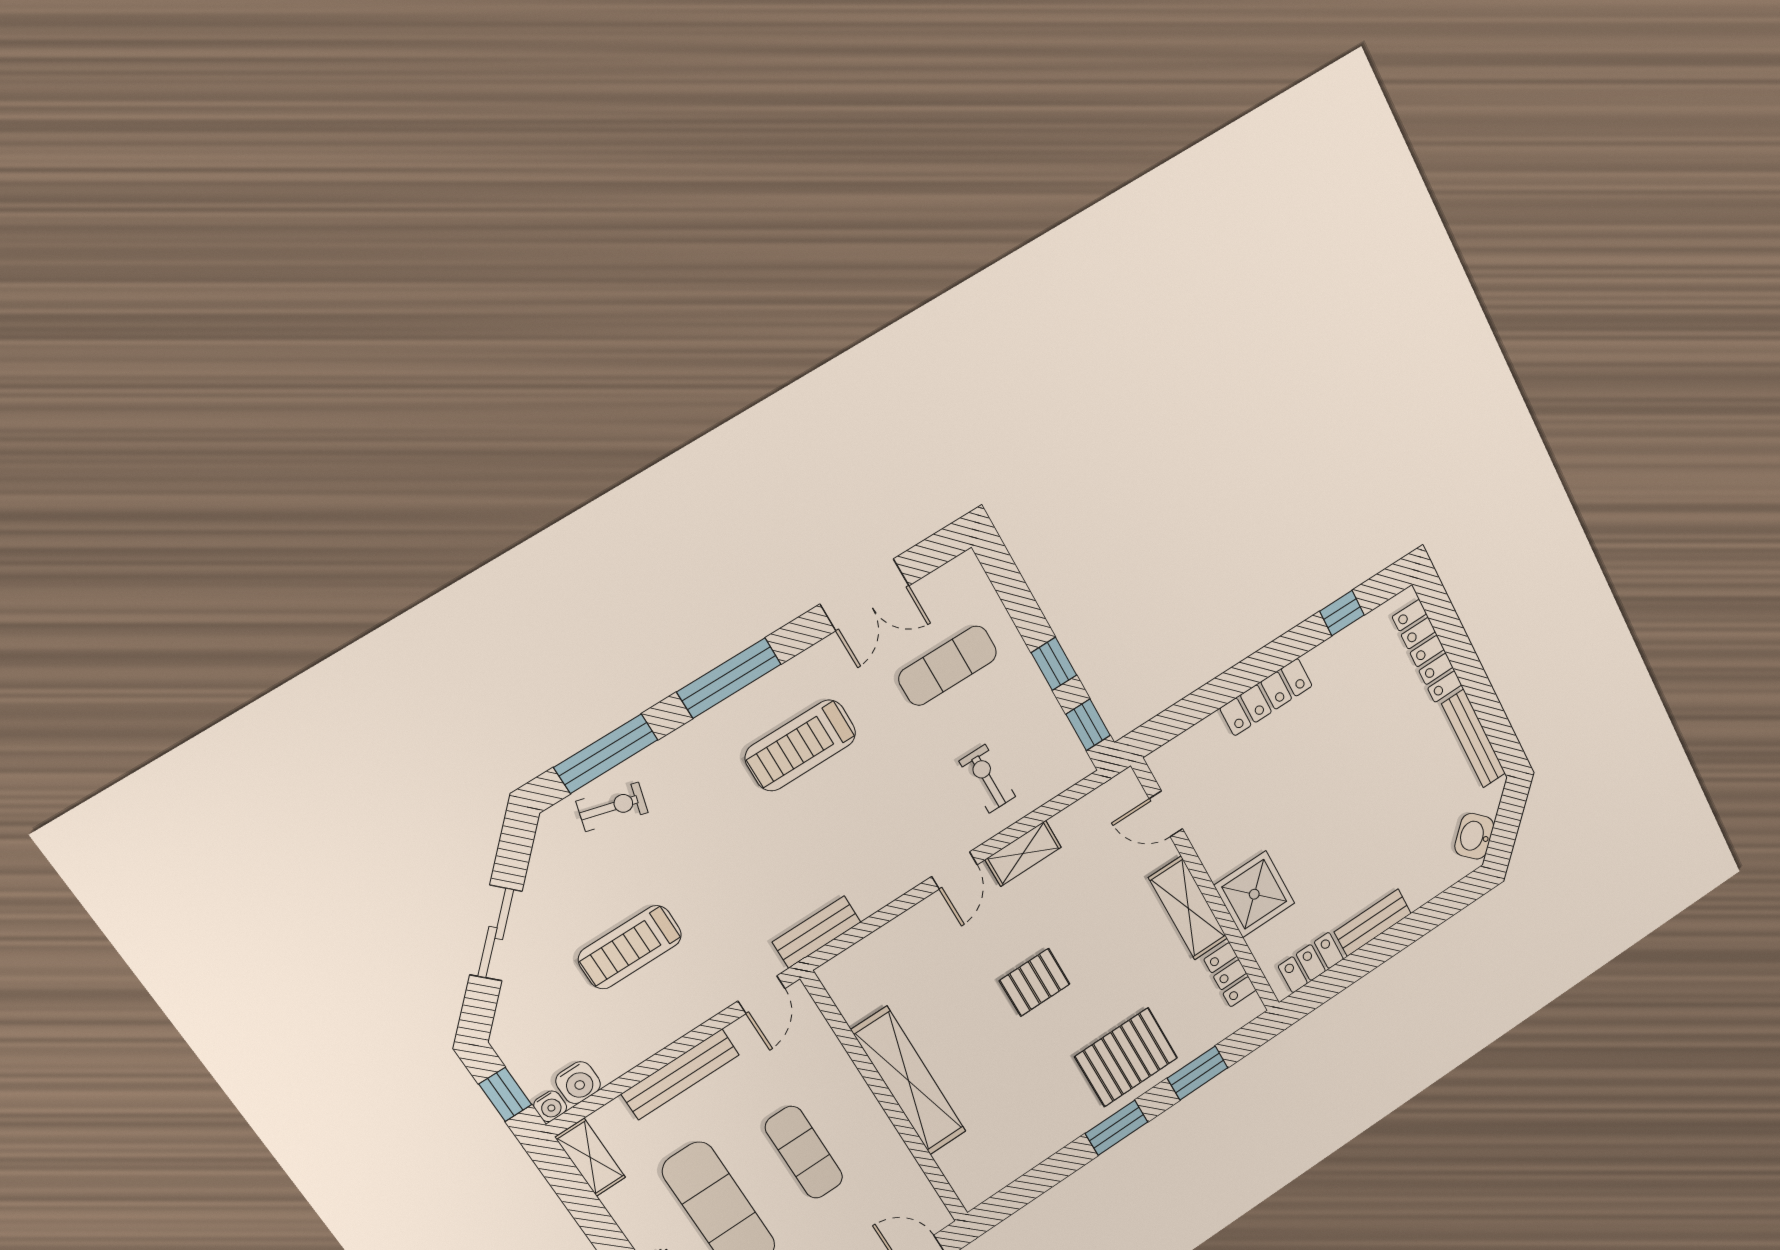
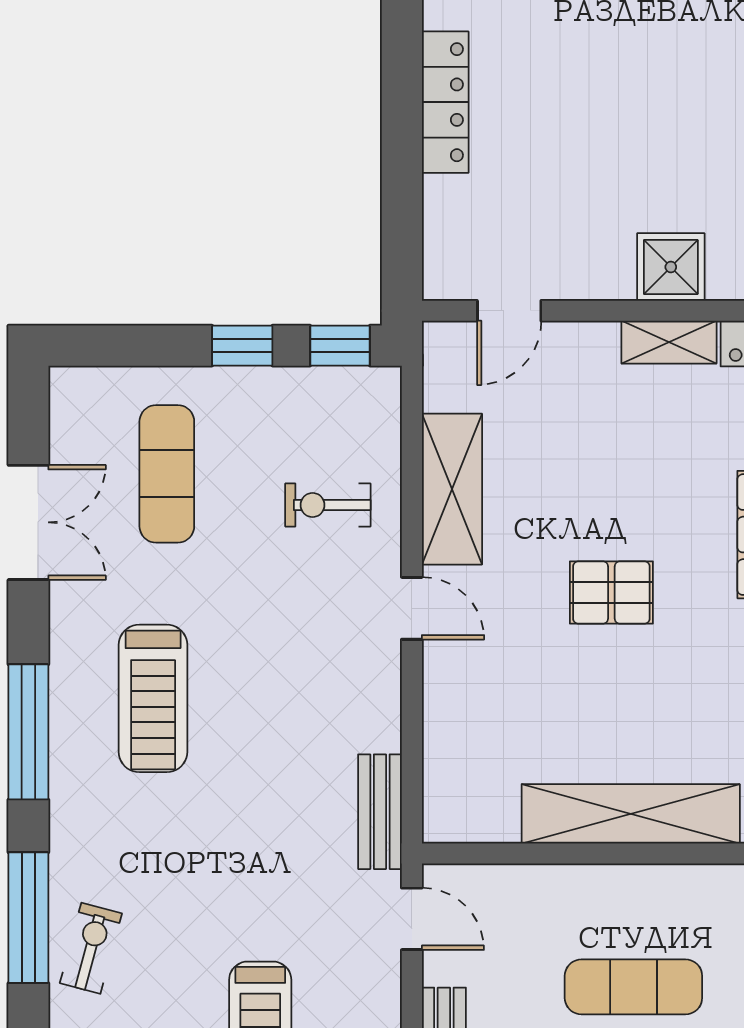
shelving: (1023, 853) -> (452, 489), width x1.50, depth x1.33
shower: (1254, 894) -> (671, 267), width x0.73, depth x0.73
shelving: (1188, 908) -> (669, 342), width x0.67, depth x0.75
pallet: (1035, 982) -> (611, 593), turned 90

